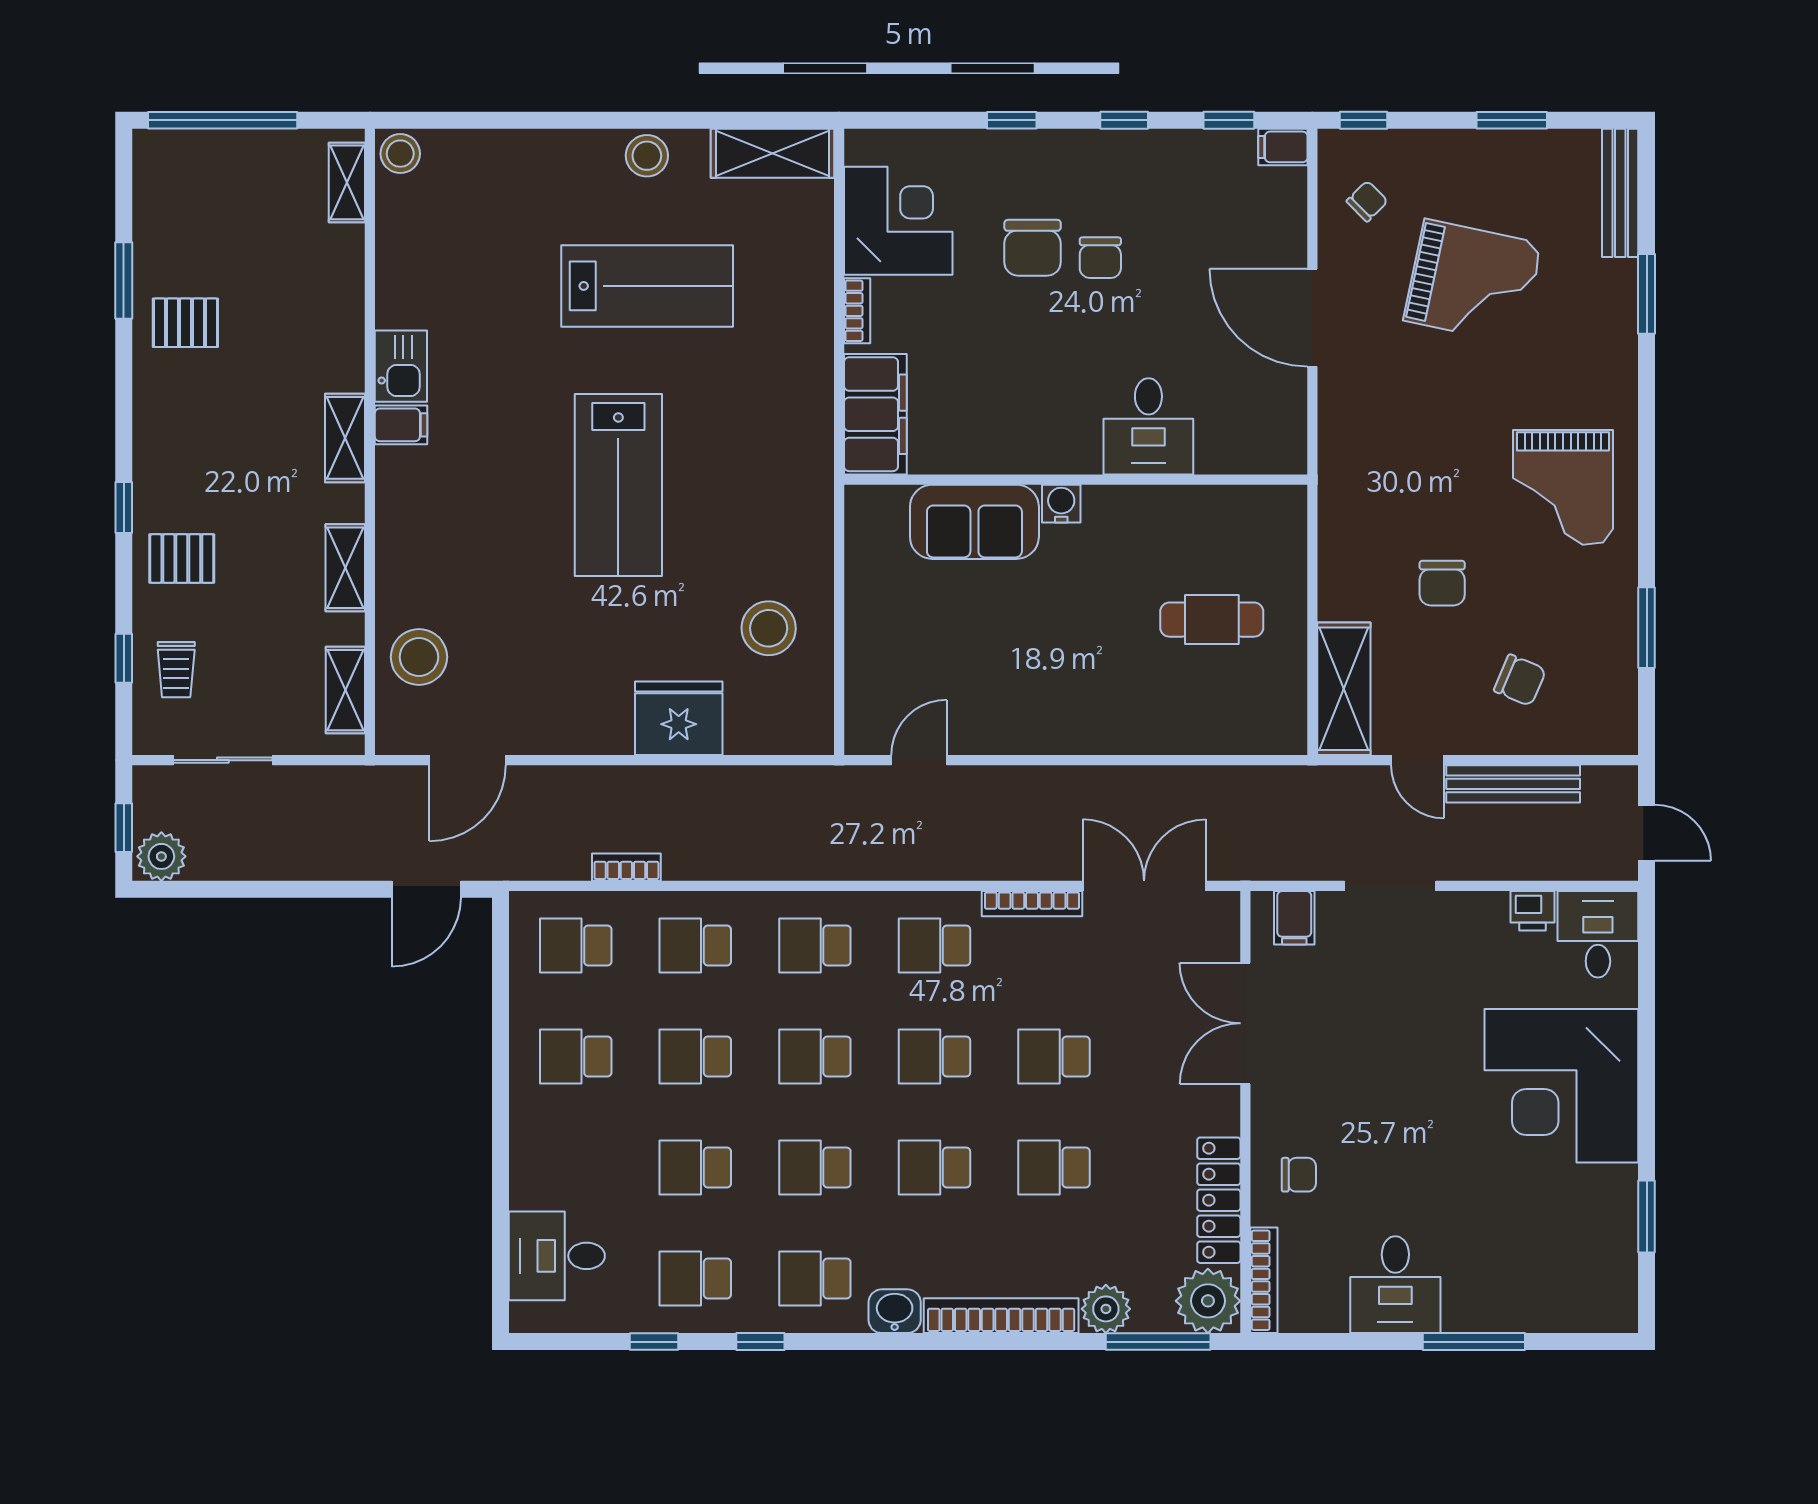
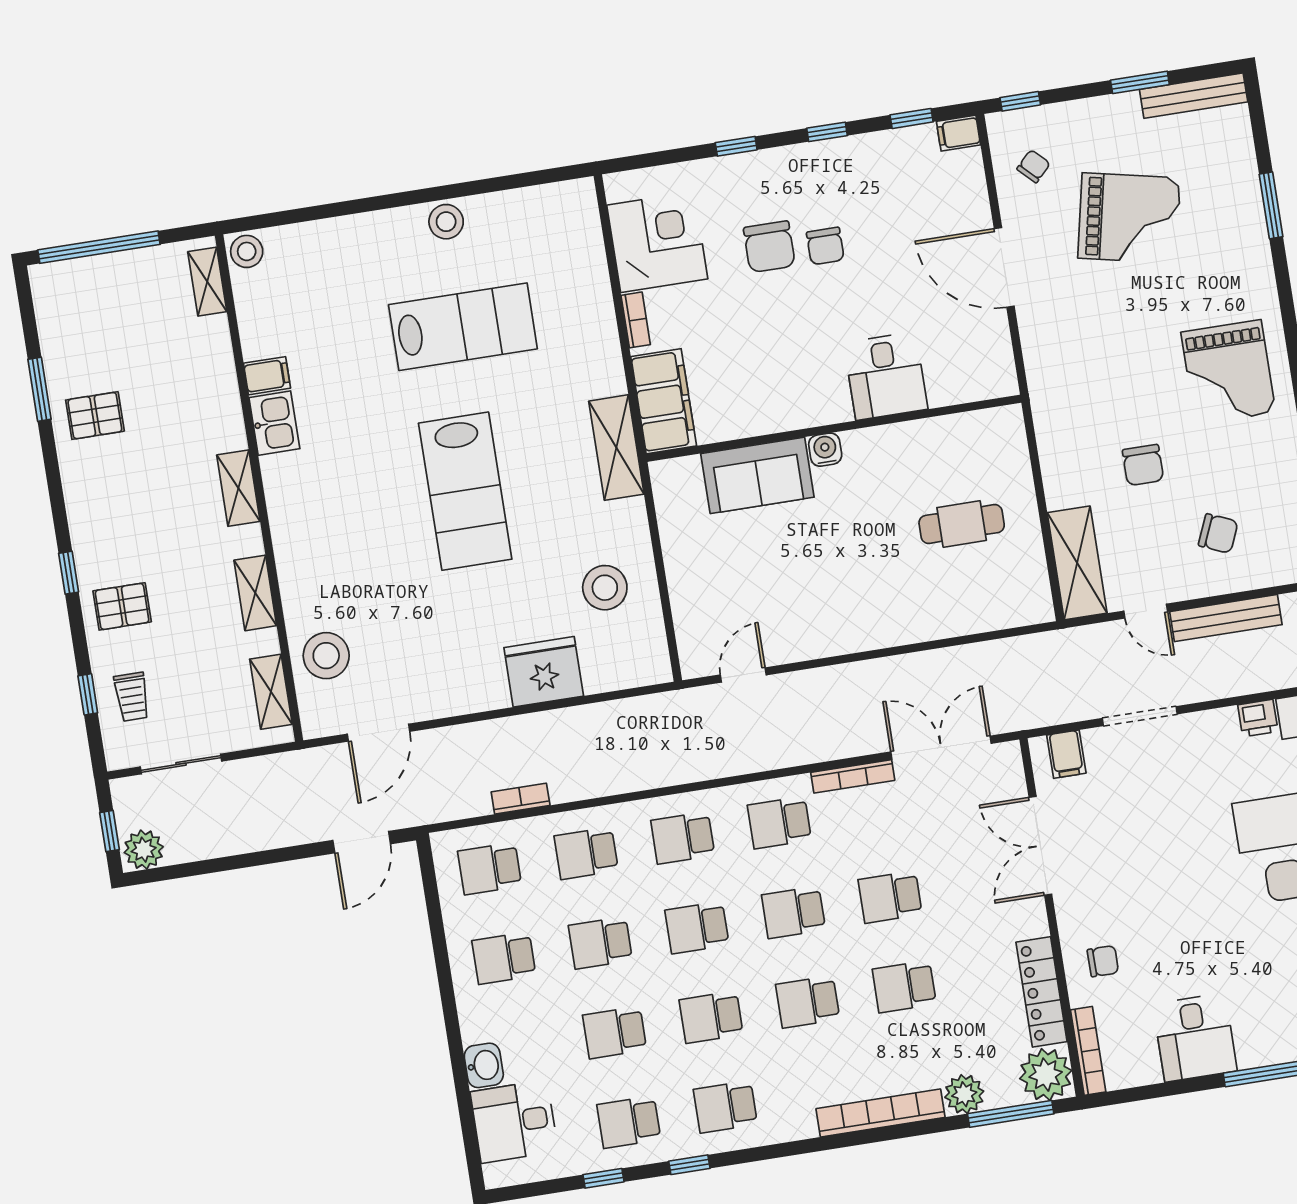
shelving: (772, 153) -> (616, 448), moved, turned 90
bench: (1620, 193) -> (1194, 96), moved, turned 90
filing cabinet: (401, 425) -> (267, 376), moved
washbasin: (895, 1311) -> (484, 1065), moved, turned 90

